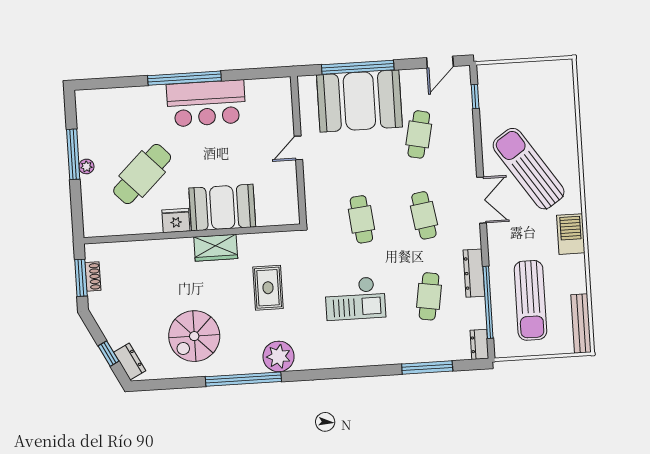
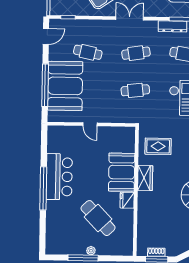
door: (440, 62) -> (46, 36), hinge flipped
rug: (268, 288) -> (158, 146), moved

